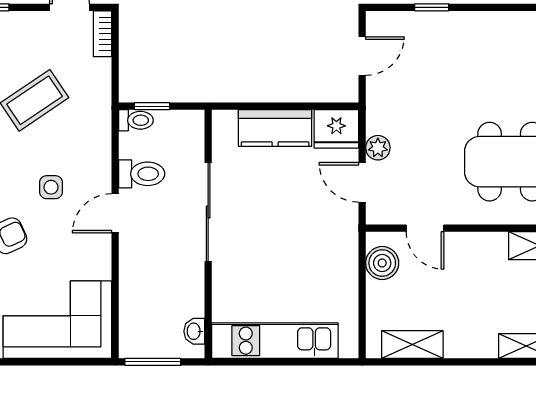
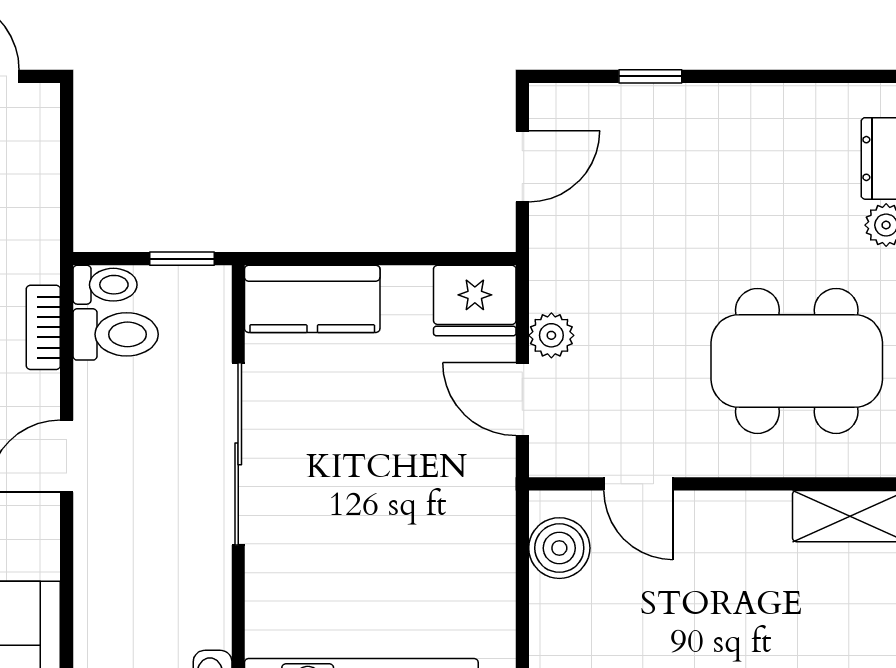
bookcase: (102, 34) -> (43, 327), moved
window: (152, 106) -> (182, 259), moved
kitchen counter: (275, 128) -> (312, 299), moved
toilet: (142, 174) -> (116, 334), moved

